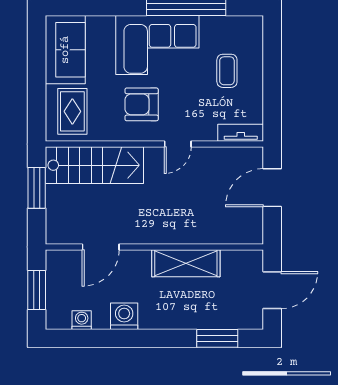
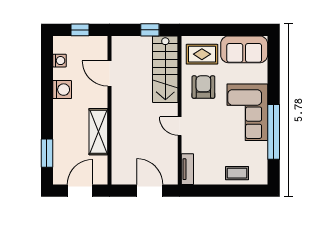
coffee table: (227, 71) -> (237, 173), moved
armchair: (142, 104) -> (203, 87), moved
window: (37, 188) -> (150, 30), width x0.67
window: (37, 290) -> (80, 30), width x0.67
door: (272, 290) -> (80, 191), swing flipped

